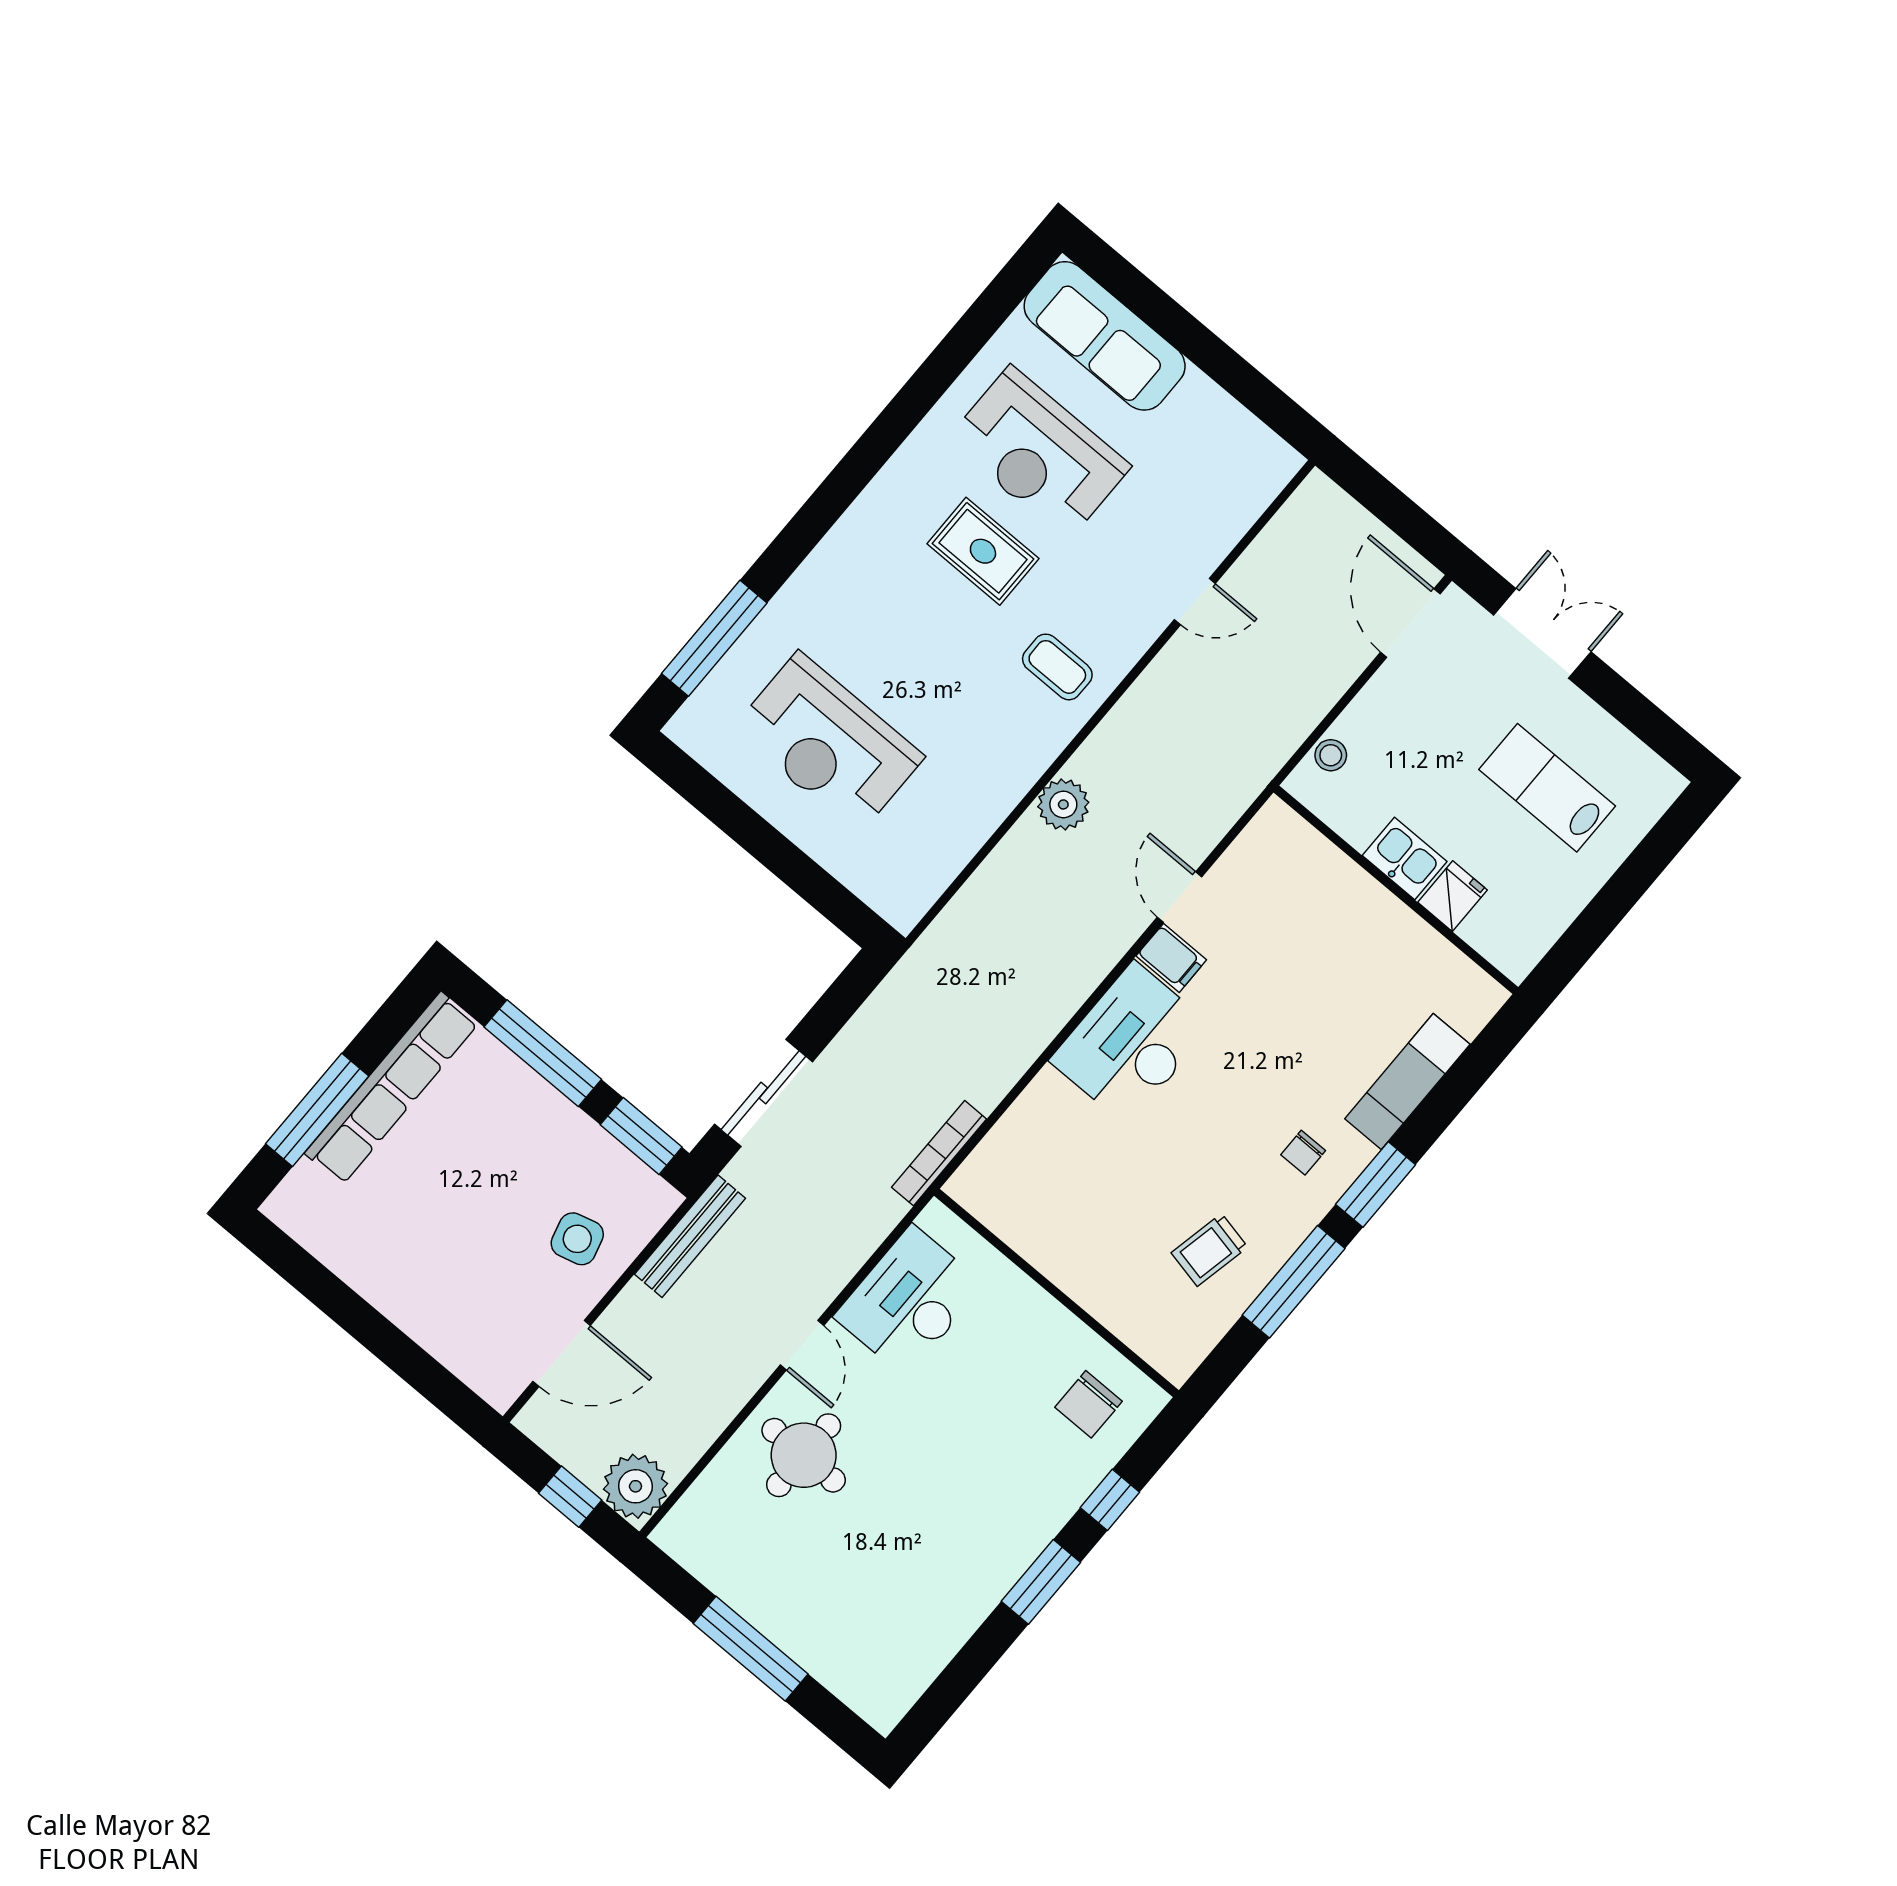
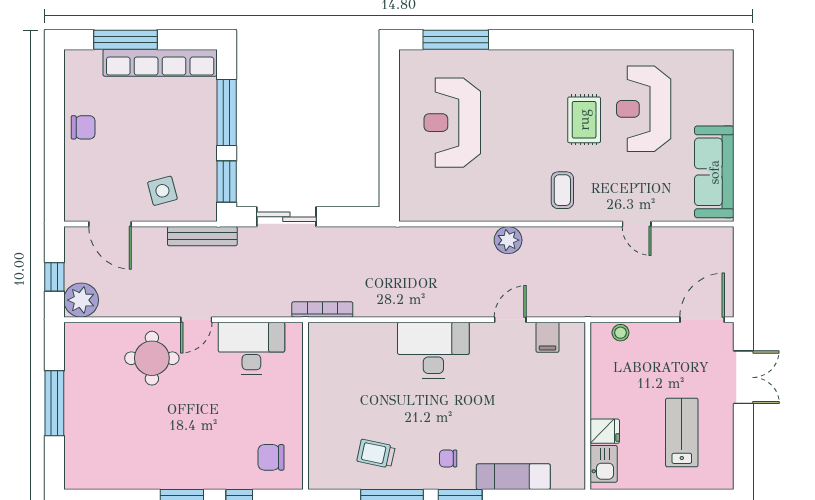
sofa: (1105, 336) -> (714, 172), moved
kitchen sink: (1405, 859) -> (604, 464), moved
filing cabinet: (1171, 958) -> (548, 337), moved
chair: (391, 1276) -> (83, 127), added

